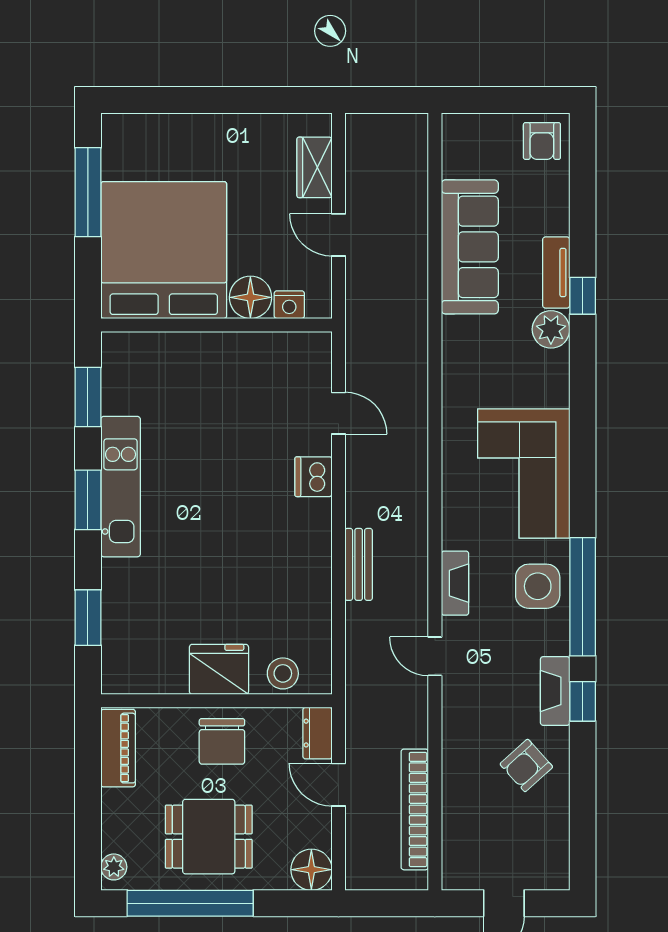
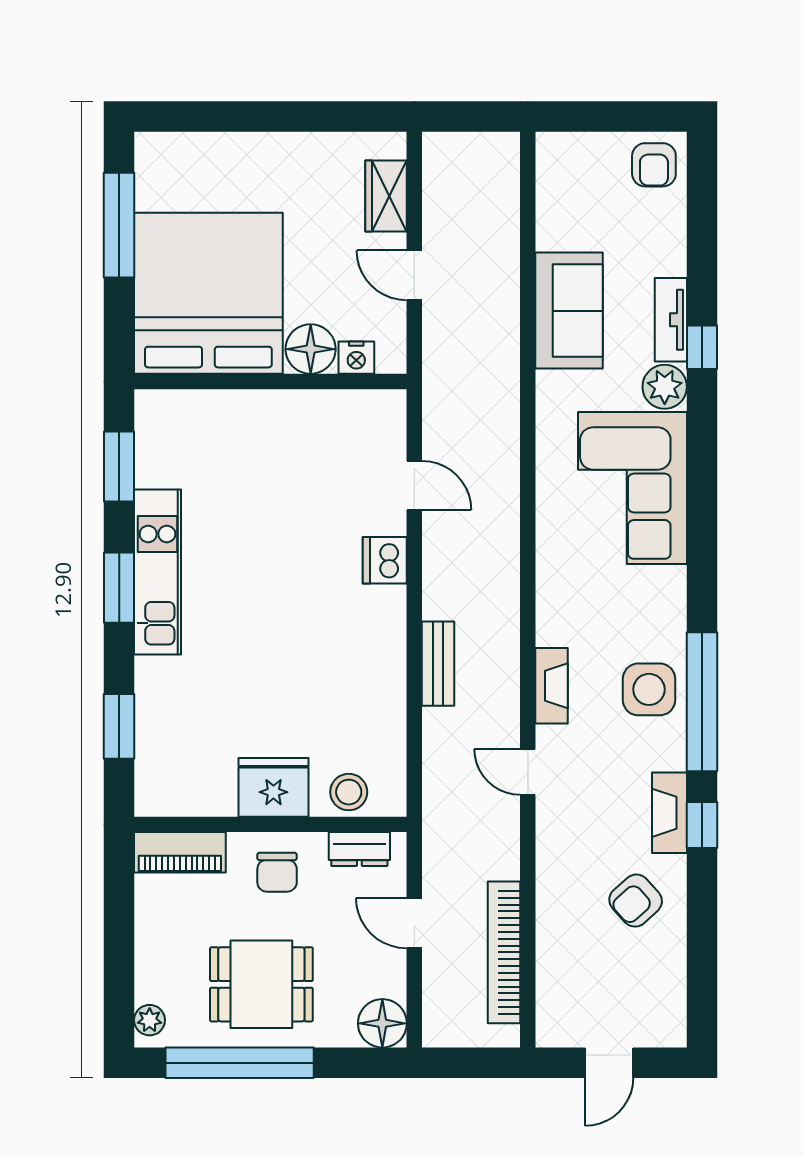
sofa: (470, 247) -> (569, 311), width x0.73
corner sofa: (524, 473) -> (632, 488), moved
dresser: (317, 733) -> (359, 849), moved, turned -90
chair: (222, 741) -> (277, 872), width x0.73, depth x0.73
piano: (118, 748) -> (180, 852), moved, turned 90

